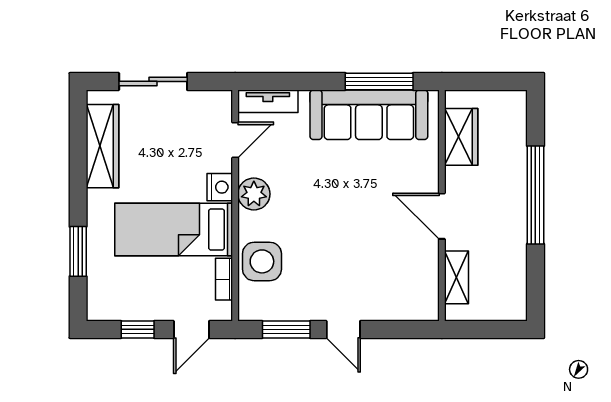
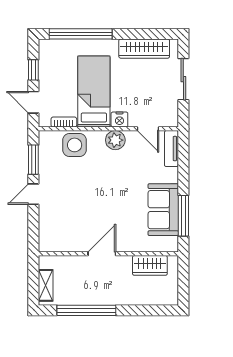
sofa: (369, 115) -> (163, 210), width x0.73
window: (535, 195) -> (86, 310), moved
window: (78, 251) -> (81, 34), width x2.11
shelving: (456, 277) -> (46, 285), moved, turned 90

